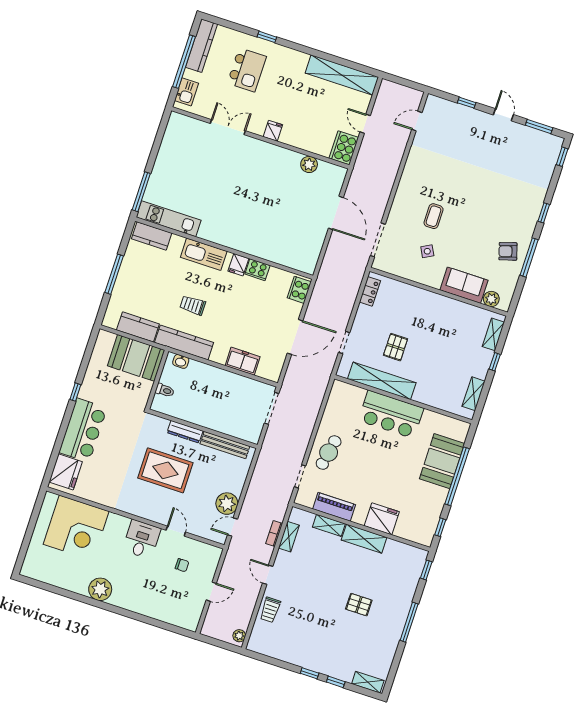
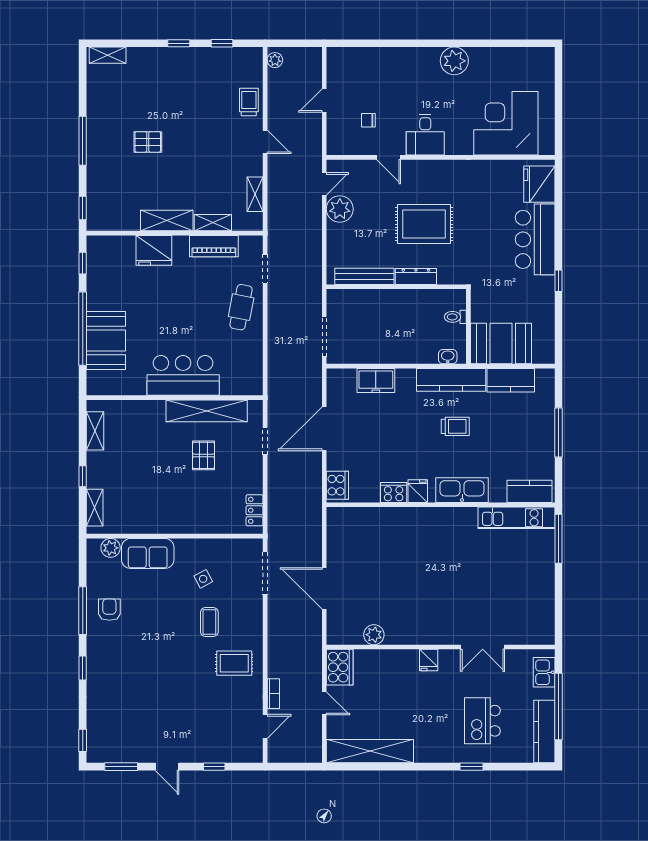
rug: (425, 178) -> (234, 663), added
armchair: (508, 251) -> (109, 610), turned -73
bookcase: (274, 534) -> (273, 694), moved
window: (336, 682) -> (222, 43), moved

